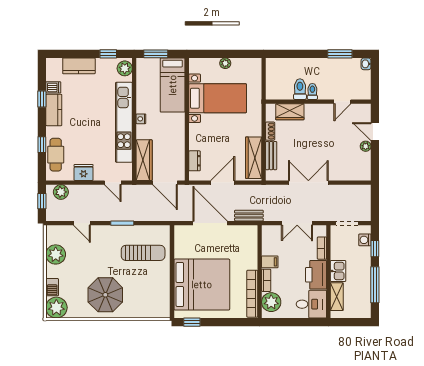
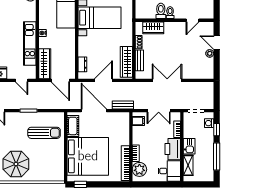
kitchen unit: (124, 122) -> (30, 44), width x0.73
cot: (182, 244) -> (73, 126), added
filing cabinet: (270, 262) -> (138, 121), moved

